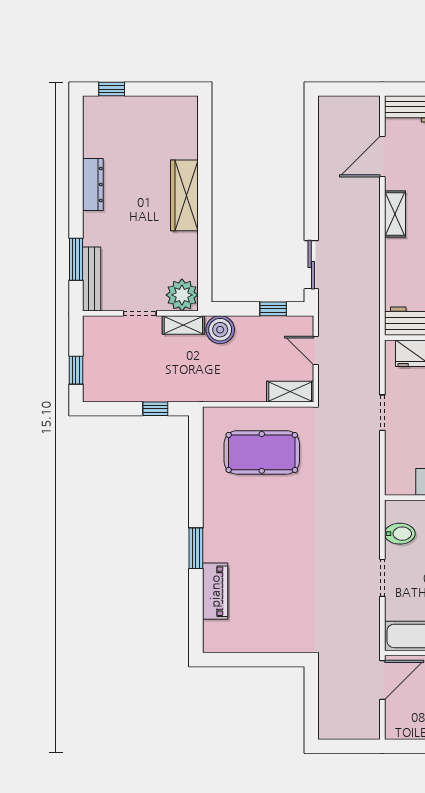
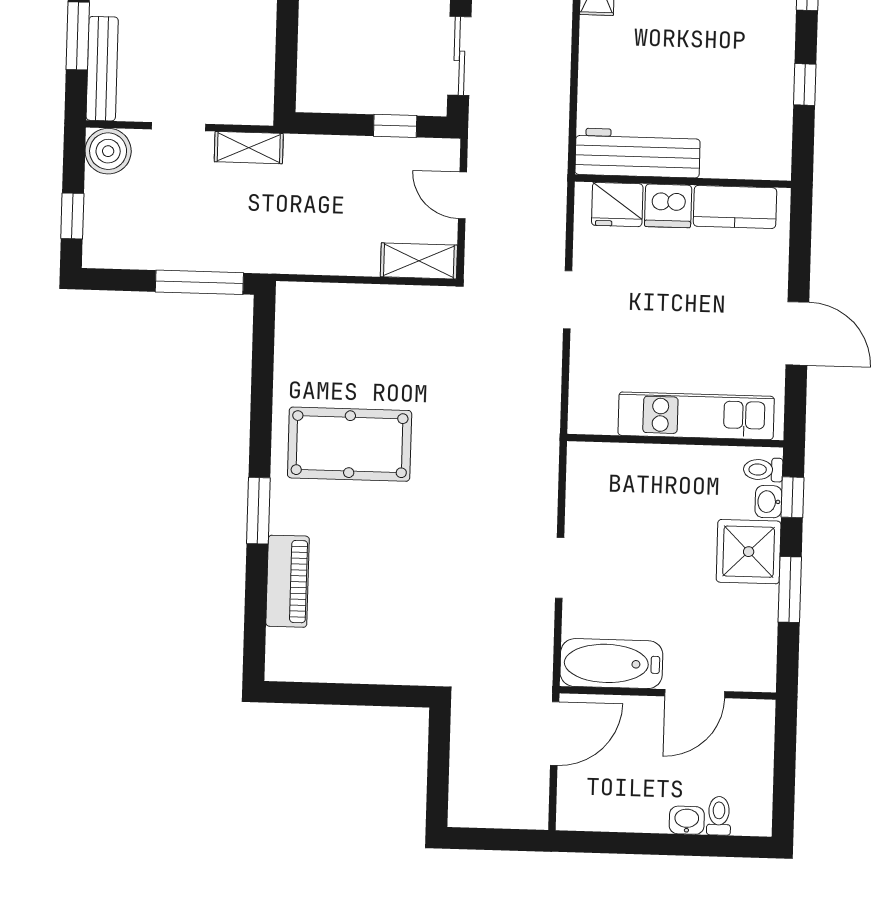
plant: (182, 295) -> (248, 99), removed
boiler: (220, 330) -> (108, 151), moved
window: (155, 409) -> (199, 282), width x2.17
pool table: (262, 452) -> (350, 444), moved
bidet: (400, 534) -> (590, 497), removed

